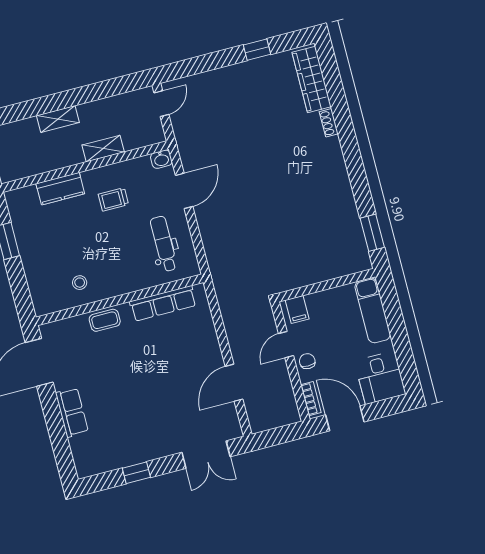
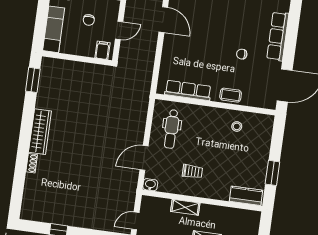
wardrobe: (312, 80) -> (40, 132), moved
kitchen counter: (60, 189) -> (246, 196), moved
chair: (307, 361) -> (89, 20), moved
chair: (112, 380) -> (242, 54), added
door: (234, 383) -> (163, 20), hinge flipped
row of seats: (72, 412) -> (278, 36), width x1.48

